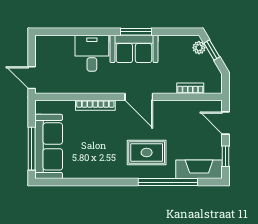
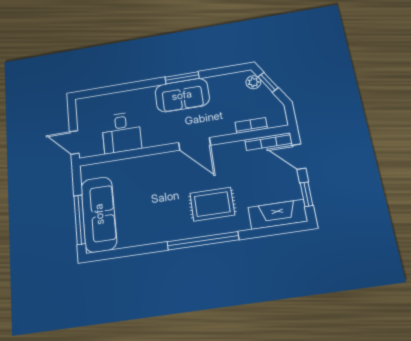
desk: (92, 53) -> (121, 133), moved, turned 180
bookcase: (95, 105) -> (268, 142), moved
window: (168, 182) -> (203, 241), moved

